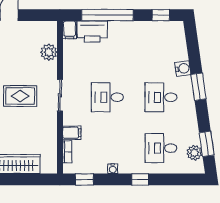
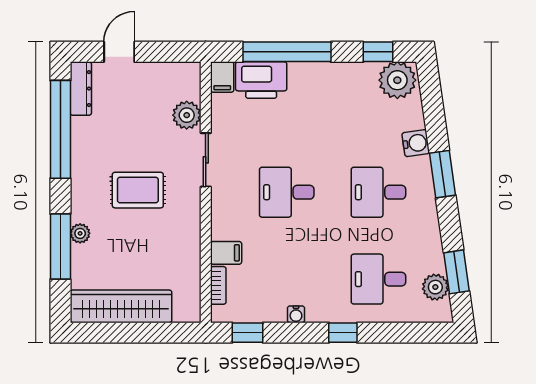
plant: (172, 32) -> (397, 80), added
sliding door: (60, 95) -> (206, 160), moved

